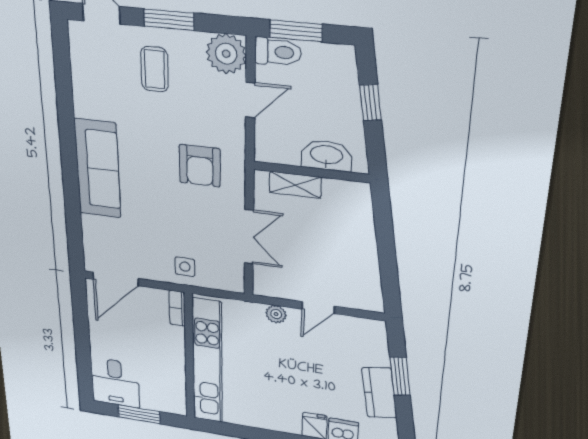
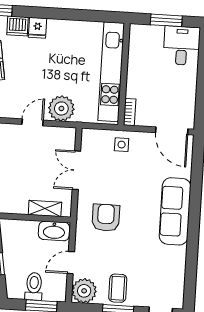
toilet: (278, 52) -> (34, 286), moved, turned 90
coffee table: (155, 69) -> (118, 288), moved
washbasin: (326, 155) -> (54, 231), moved
door: (116, 279) -> (172, 131), swing flipped
plant: (276, 314) -> (61, 108), width x1.87, depth x1.87

